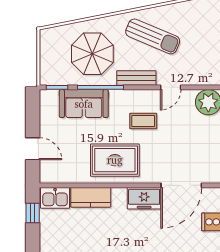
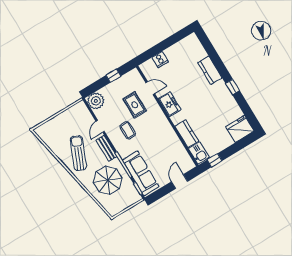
door: (171, 87) -> (100, 126), swing flipped
sofa: (84, 104) -> (141, 173), width x1.36
rug: (115, 160) -> (135, 105), moved, width x0.73, depth x0.70
door: (181, 185) -> (150, 88), width x0.53

